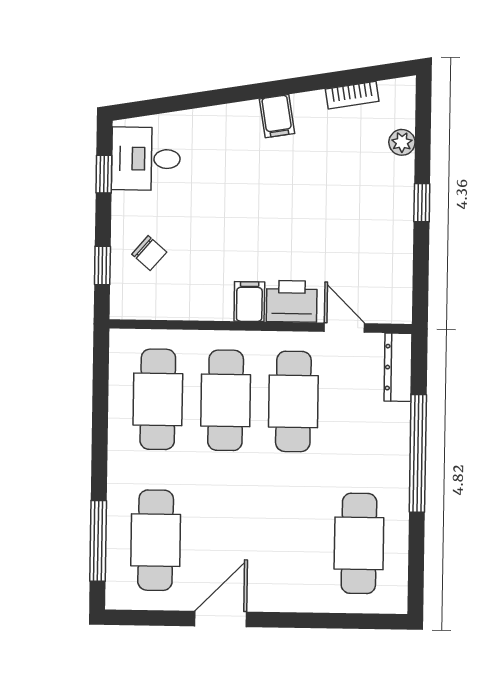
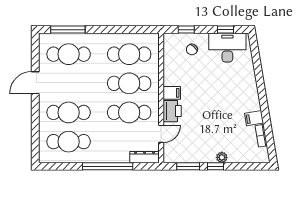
filing cabinet: (277, 116) -> (254, 118), moved
plant: (402, 142) -> (222, 157), moved
desk: (146, 159) -> (227, 47), width x1.37
window: (421, 266) -> (188, 166), added
cafe table: (291, 542) -> (69, 112), added
door: (221, 619) -> (35, 83), swing flipped

